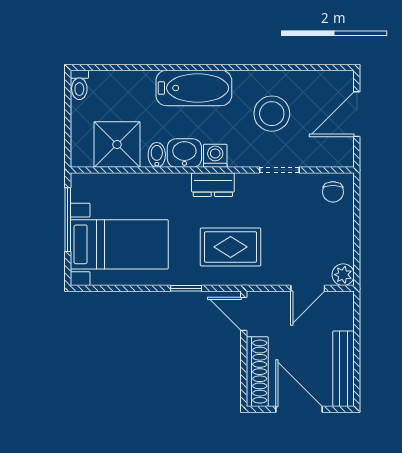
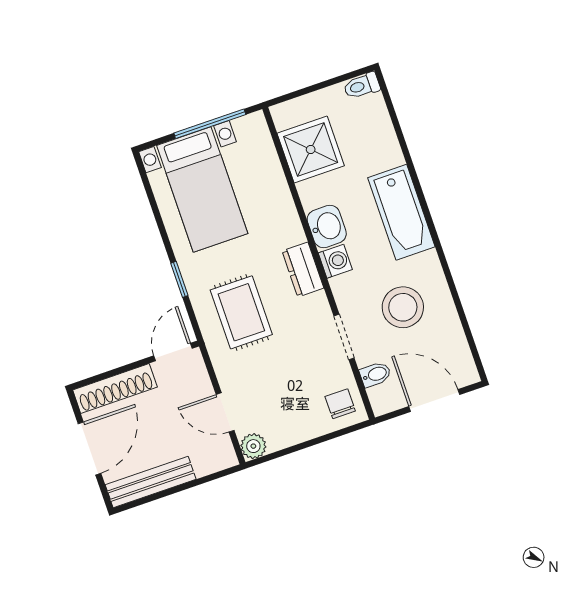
bidet: (157, 155) -> (375, 374), moved
chair: (333, 192) -> (340, 404), turned 90

